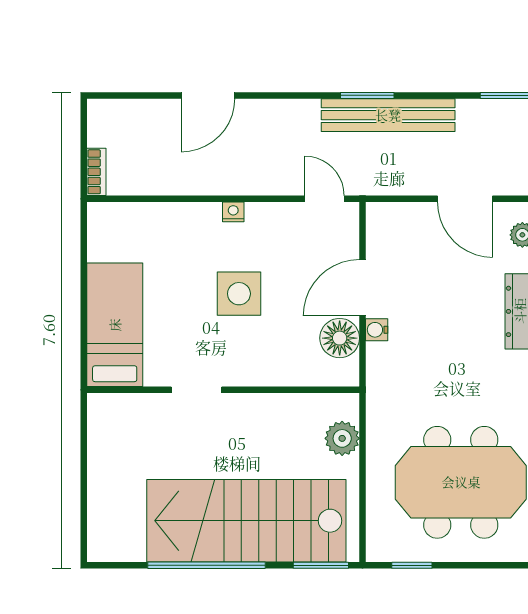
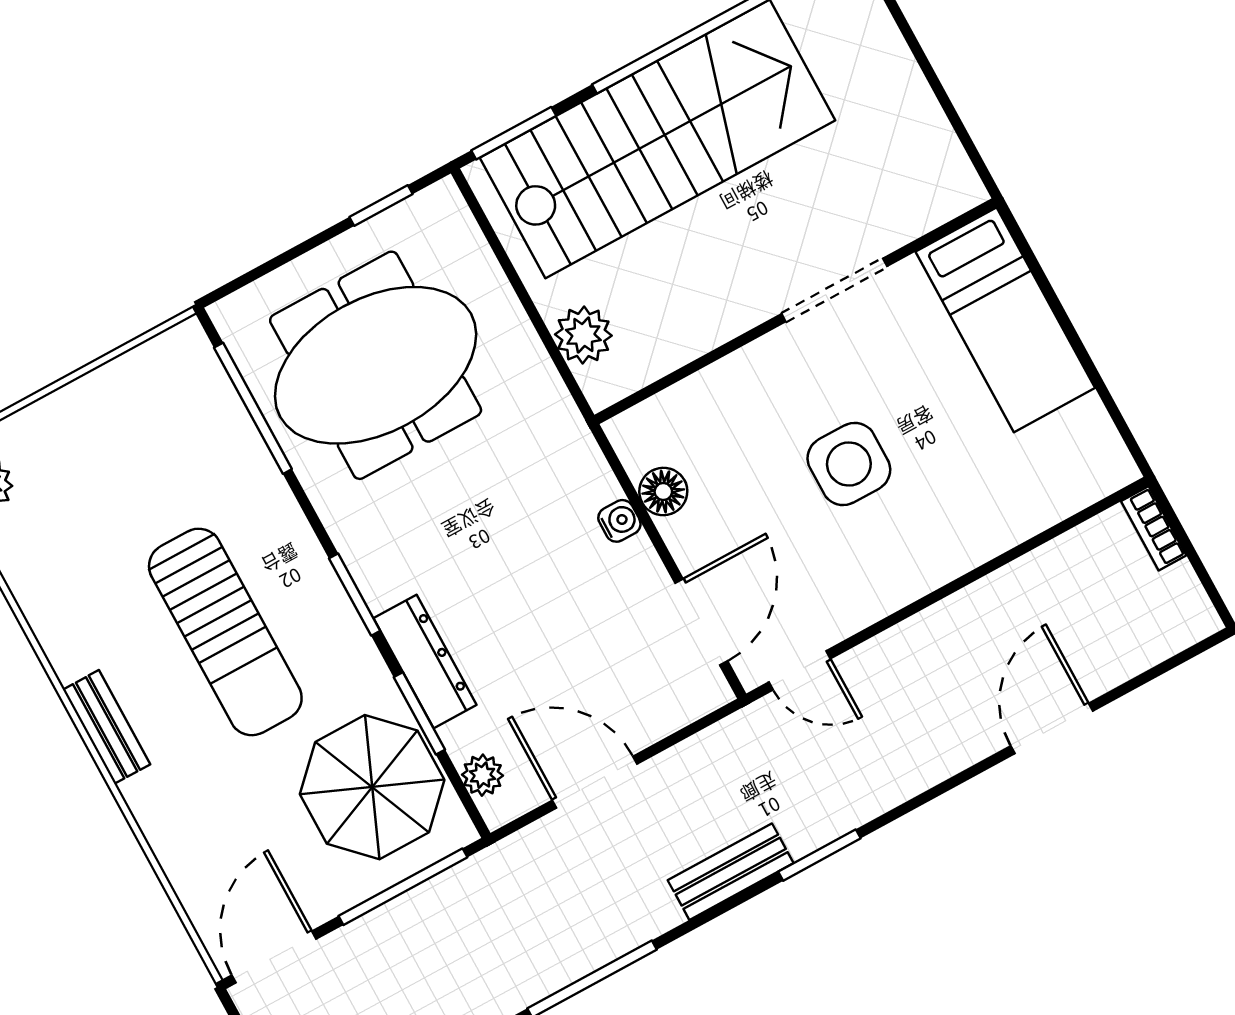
bench: (388, 115) -> (731, 872), width x0.54, depth x0.82
nightstand: (233, 212) -> (922, 579), removed
door: (363, 288) -> (701, 622), moved
floor lamp: (340, 338) -> (663, 492), width x0.73, depth x0.73
doorway: (197, 390) -> (834, 290), width x1.38

